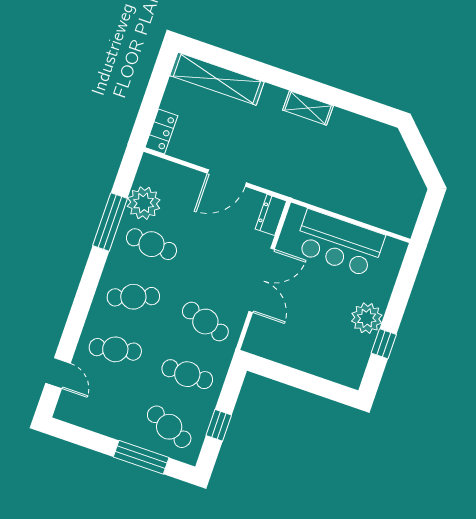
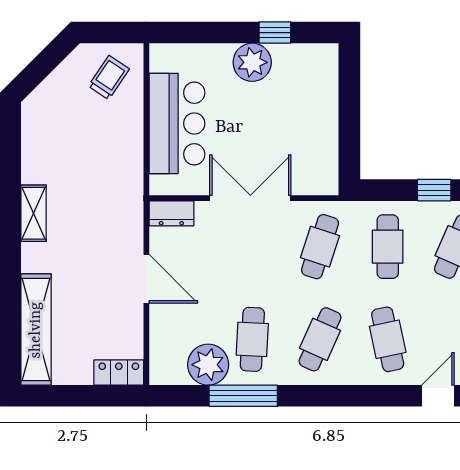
trolley: (393, 203) -> (109, 78), added
cafe table: (133, 297) -> (320, 339), turned 45

